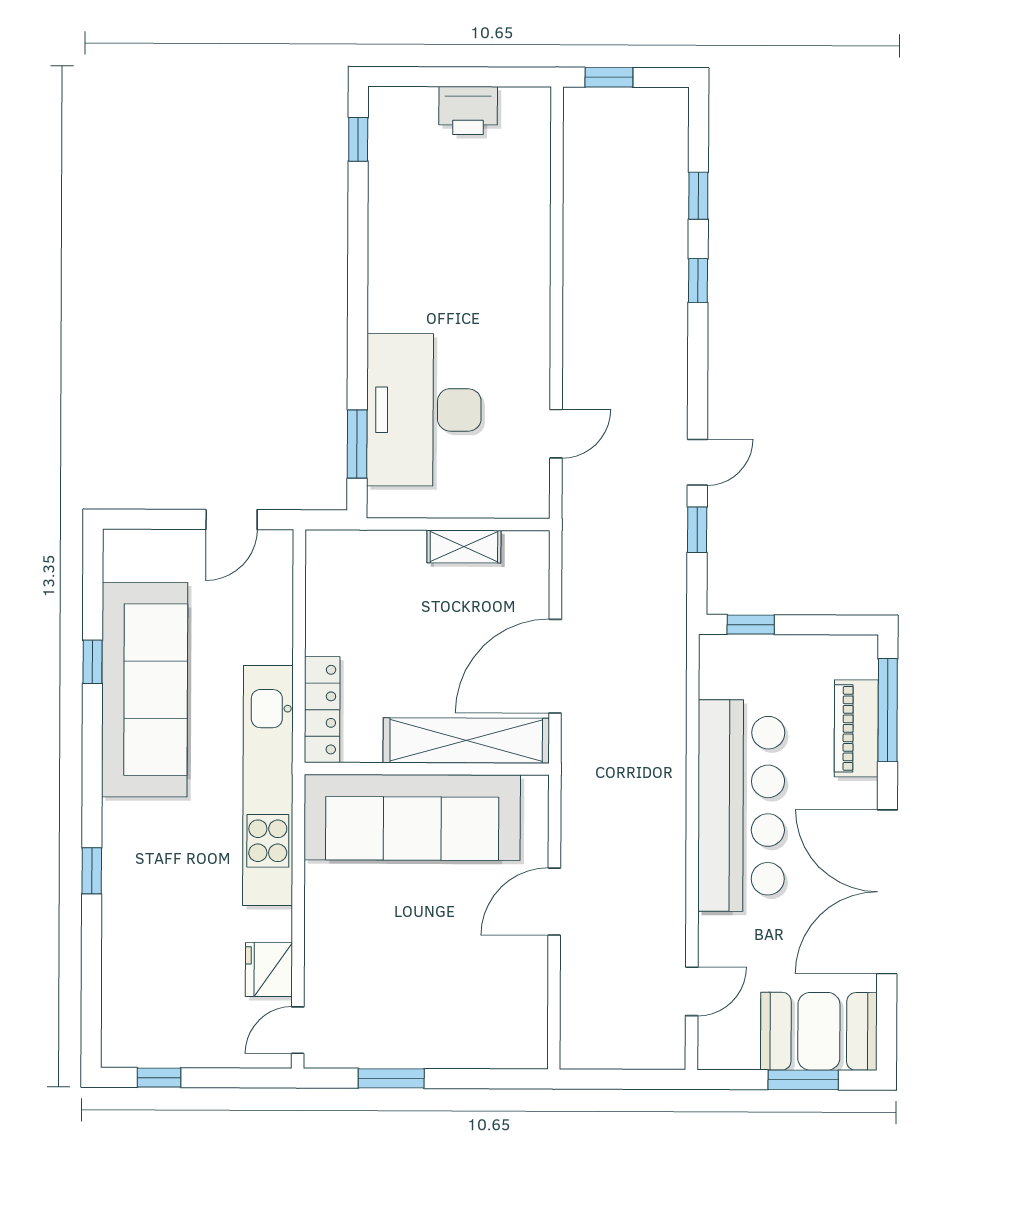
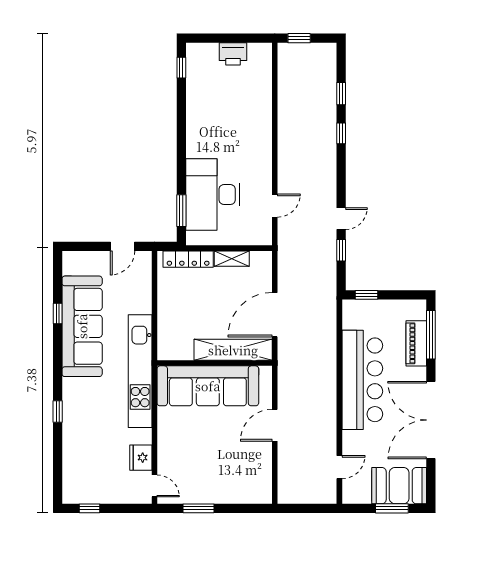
locker: (322, 710) -> (188, 259), moved, turned 90
door: (298, 1030) -> (154, 486), swing flipped

